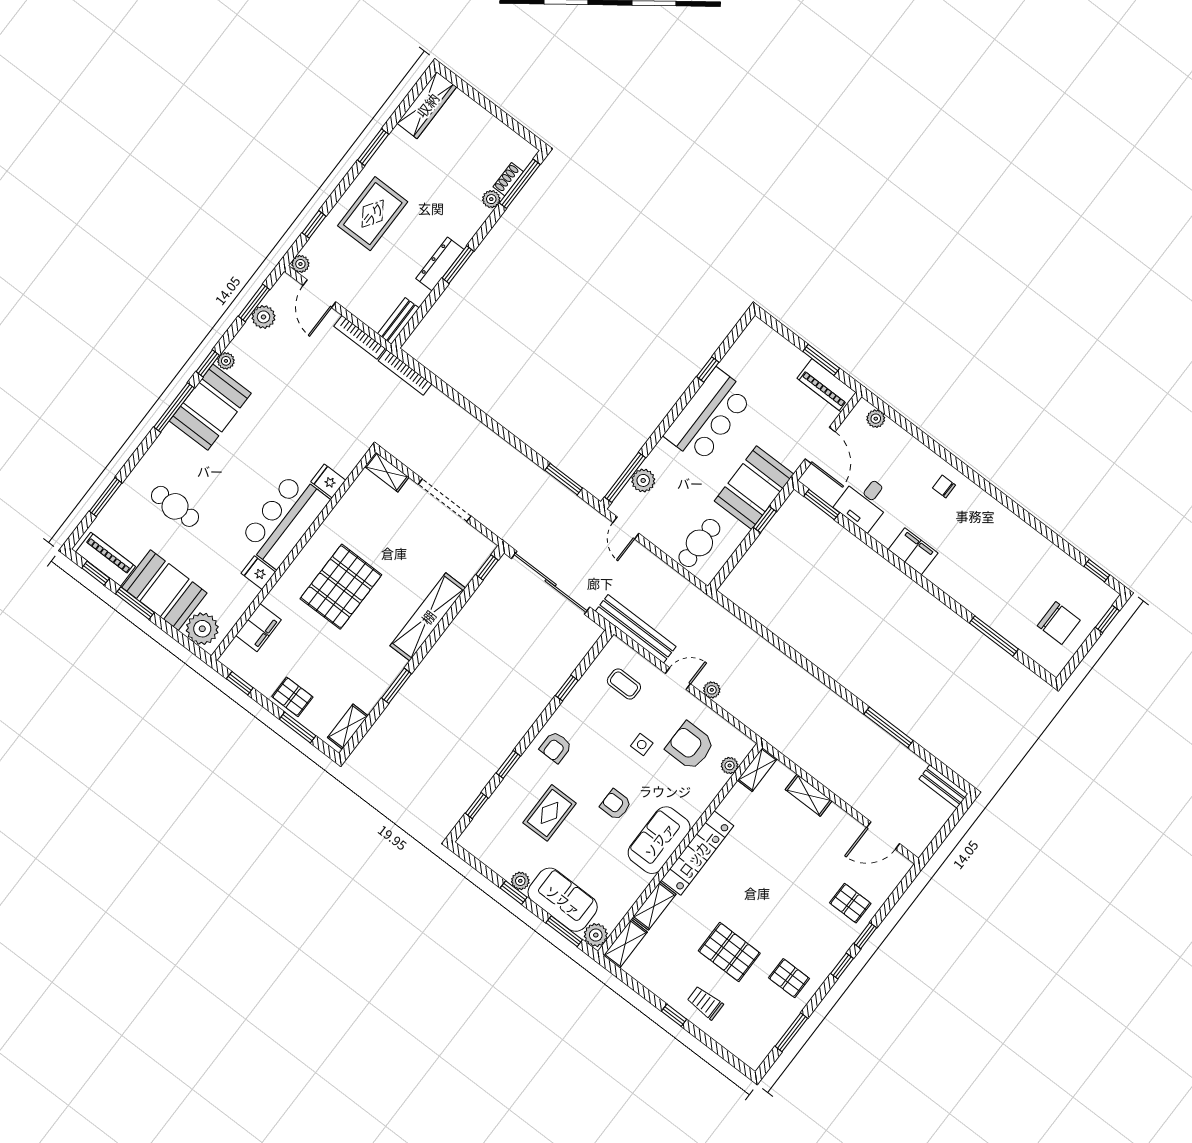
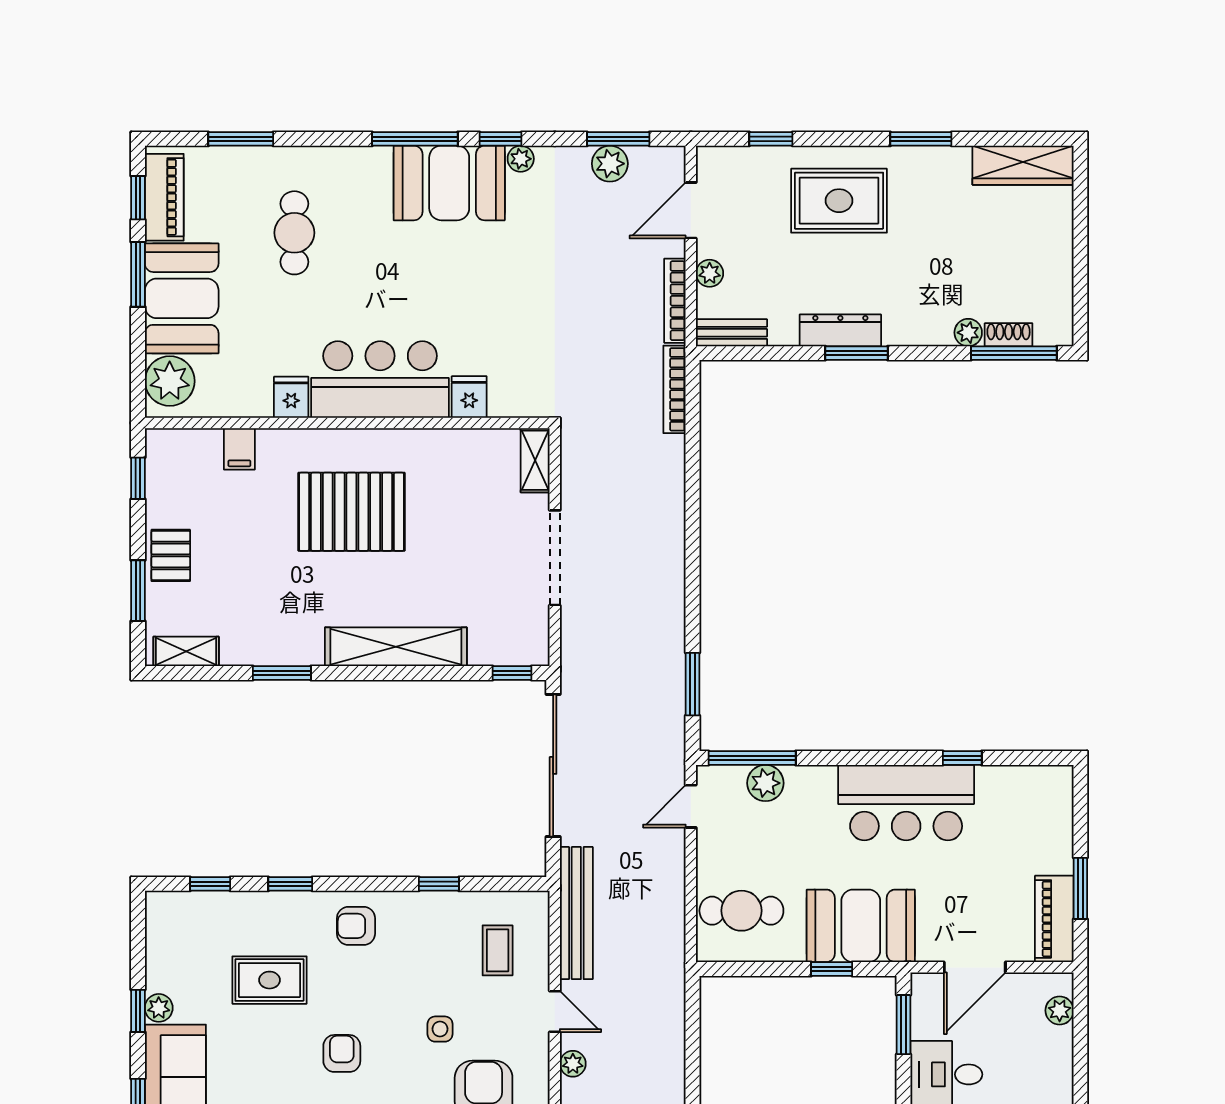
plant: (300, 264) -> (710, 273), moved
filing cabinet: (258, 628) -> (239, 449), width x0.50

